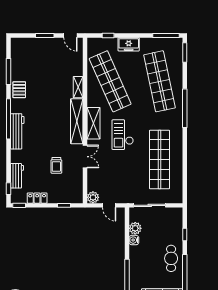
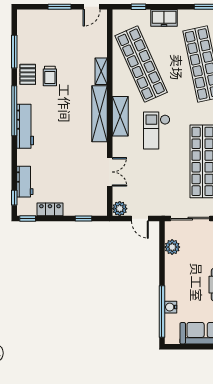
door: (70, 35) -> (92, 7), hinge flipped
double door: (85, 157) -> (110, 172), moved
trolley: (56, 165) -> (50, 76), moved
water cooler: (134, 240) -> (171, 307), moved

